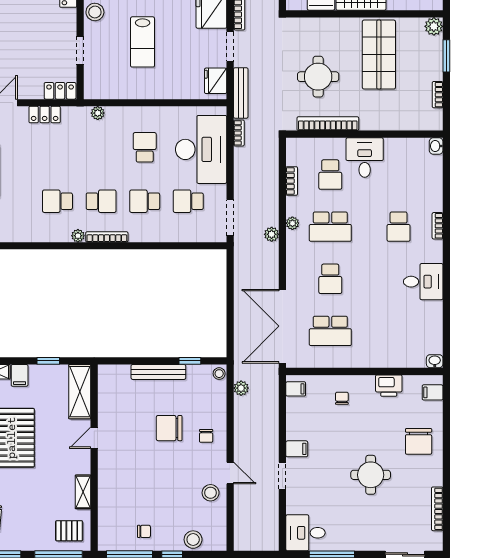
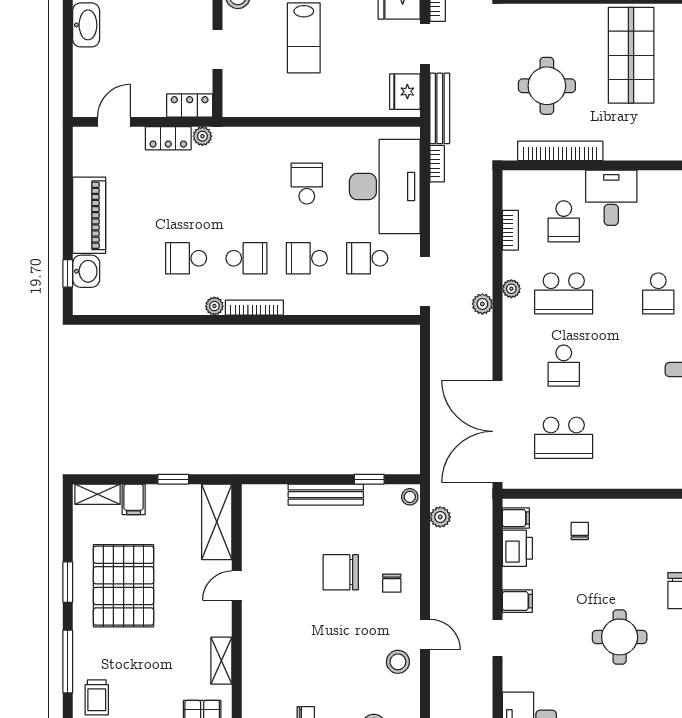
plant: (98, 113) -> (202, 136), moved
printer: (389, 386) -> (517, 548), moved, turned -90

